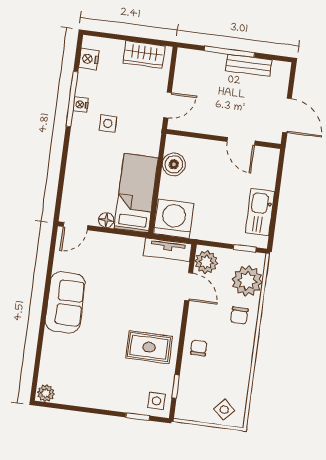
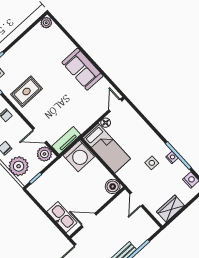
boiler: (174, 164) -> (113, 186), moved
kitchen sink: (260, 212) -> (62, 217), moved

